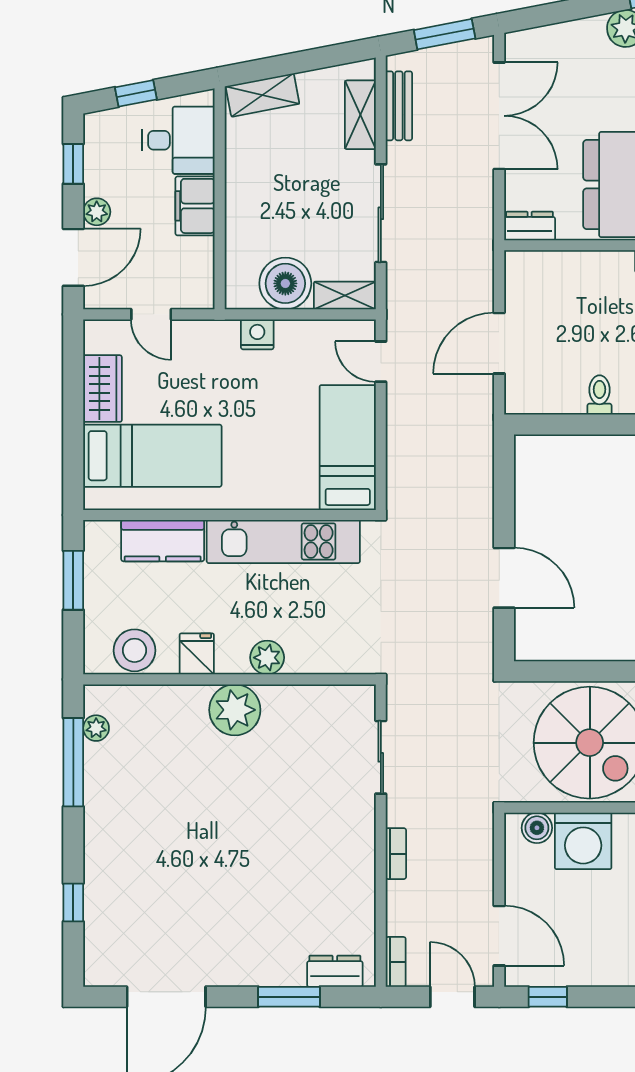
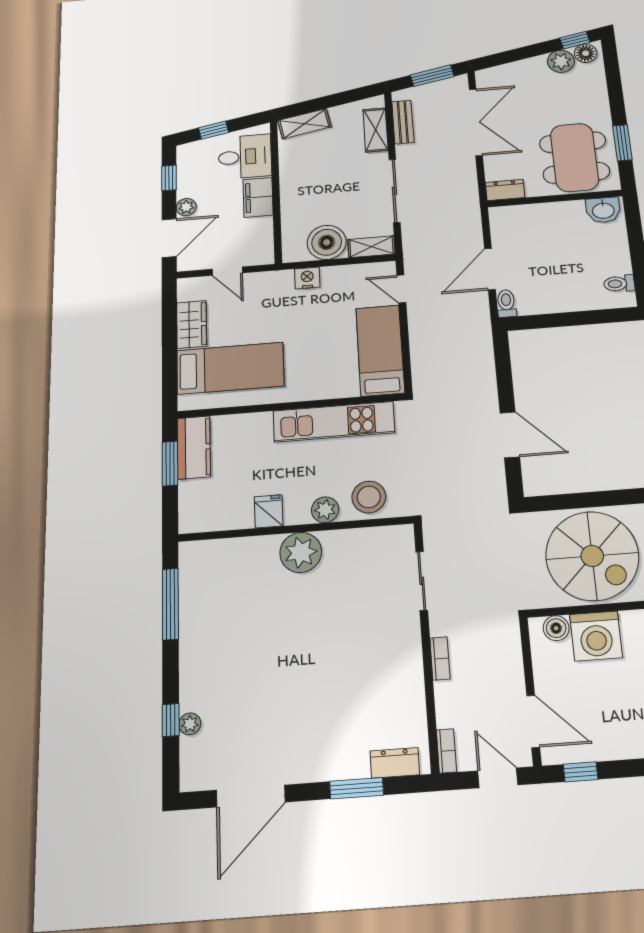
toilet: (600, 395) -> (506, 303), moved
kitchen counter: (163, 541) -> (194, 447), moved, turned -90
stool: (134, 650) -> (369, 497), moved
plant: (96, 728) -> (190, 724), moved

